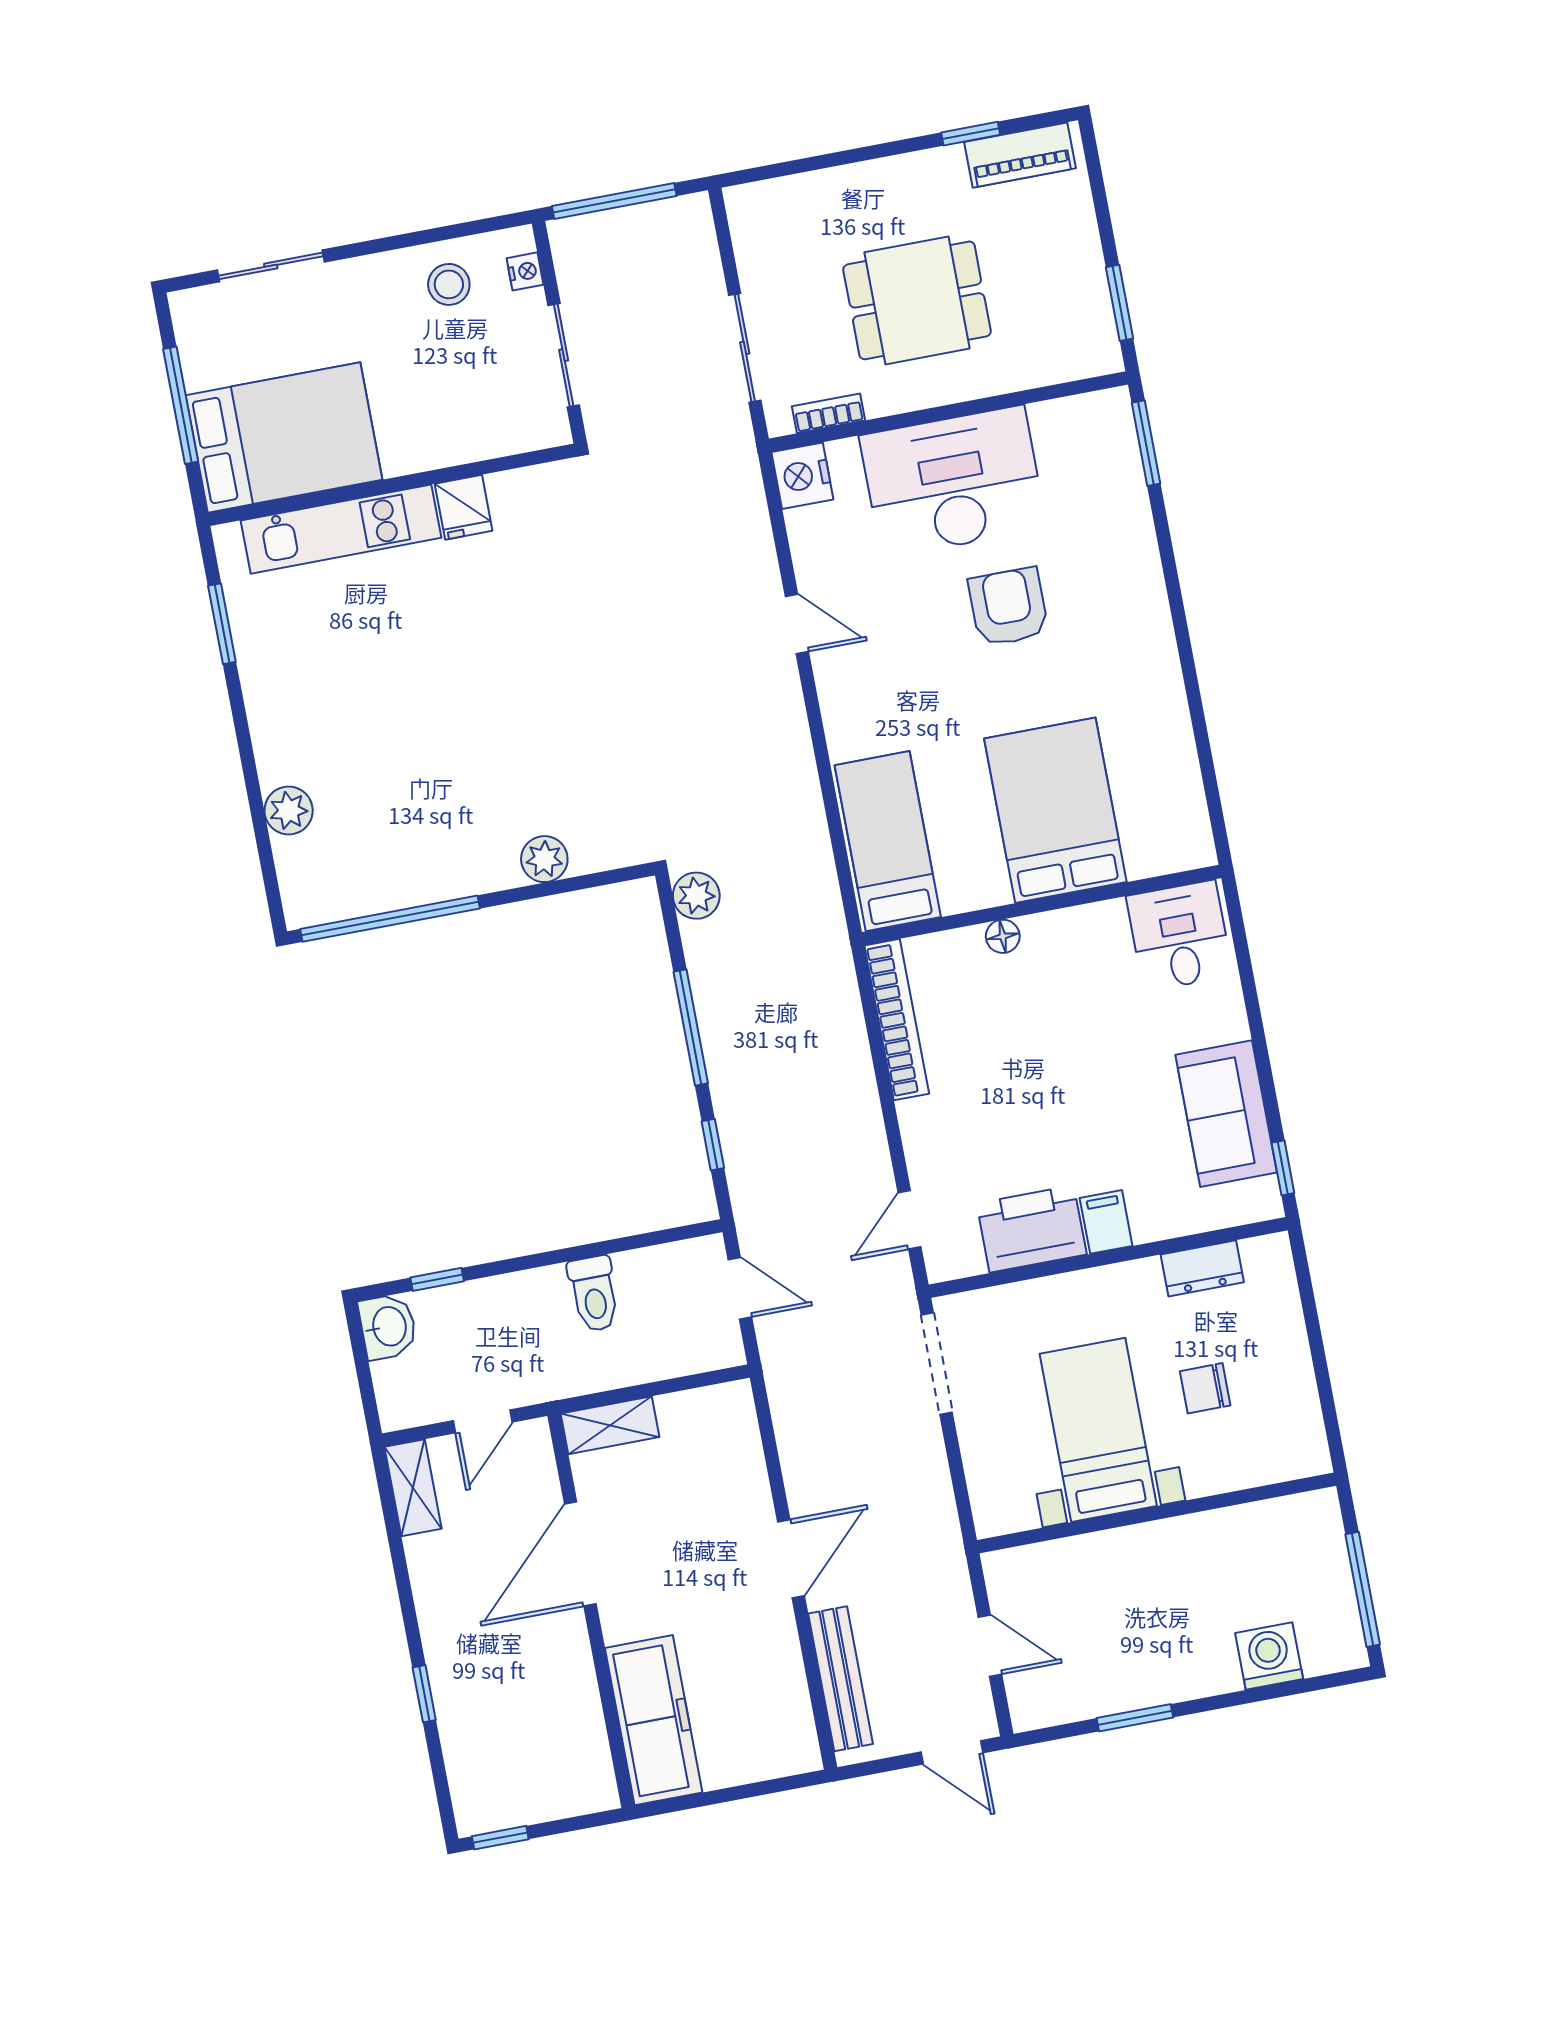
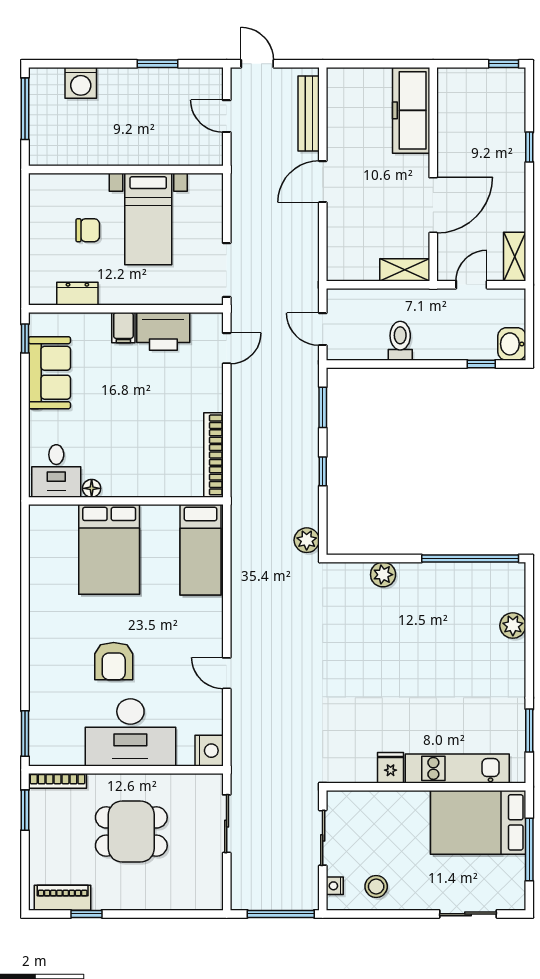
bookcase: (828, 413) -> (58, 781), moved, width x1.56
floor lamp: (1003, 936) -> (92, 488), moved
window: (691, 1027) -> (323, 471), width x0.46
window: (713, 1145) -> (323, 407), width x1.50

